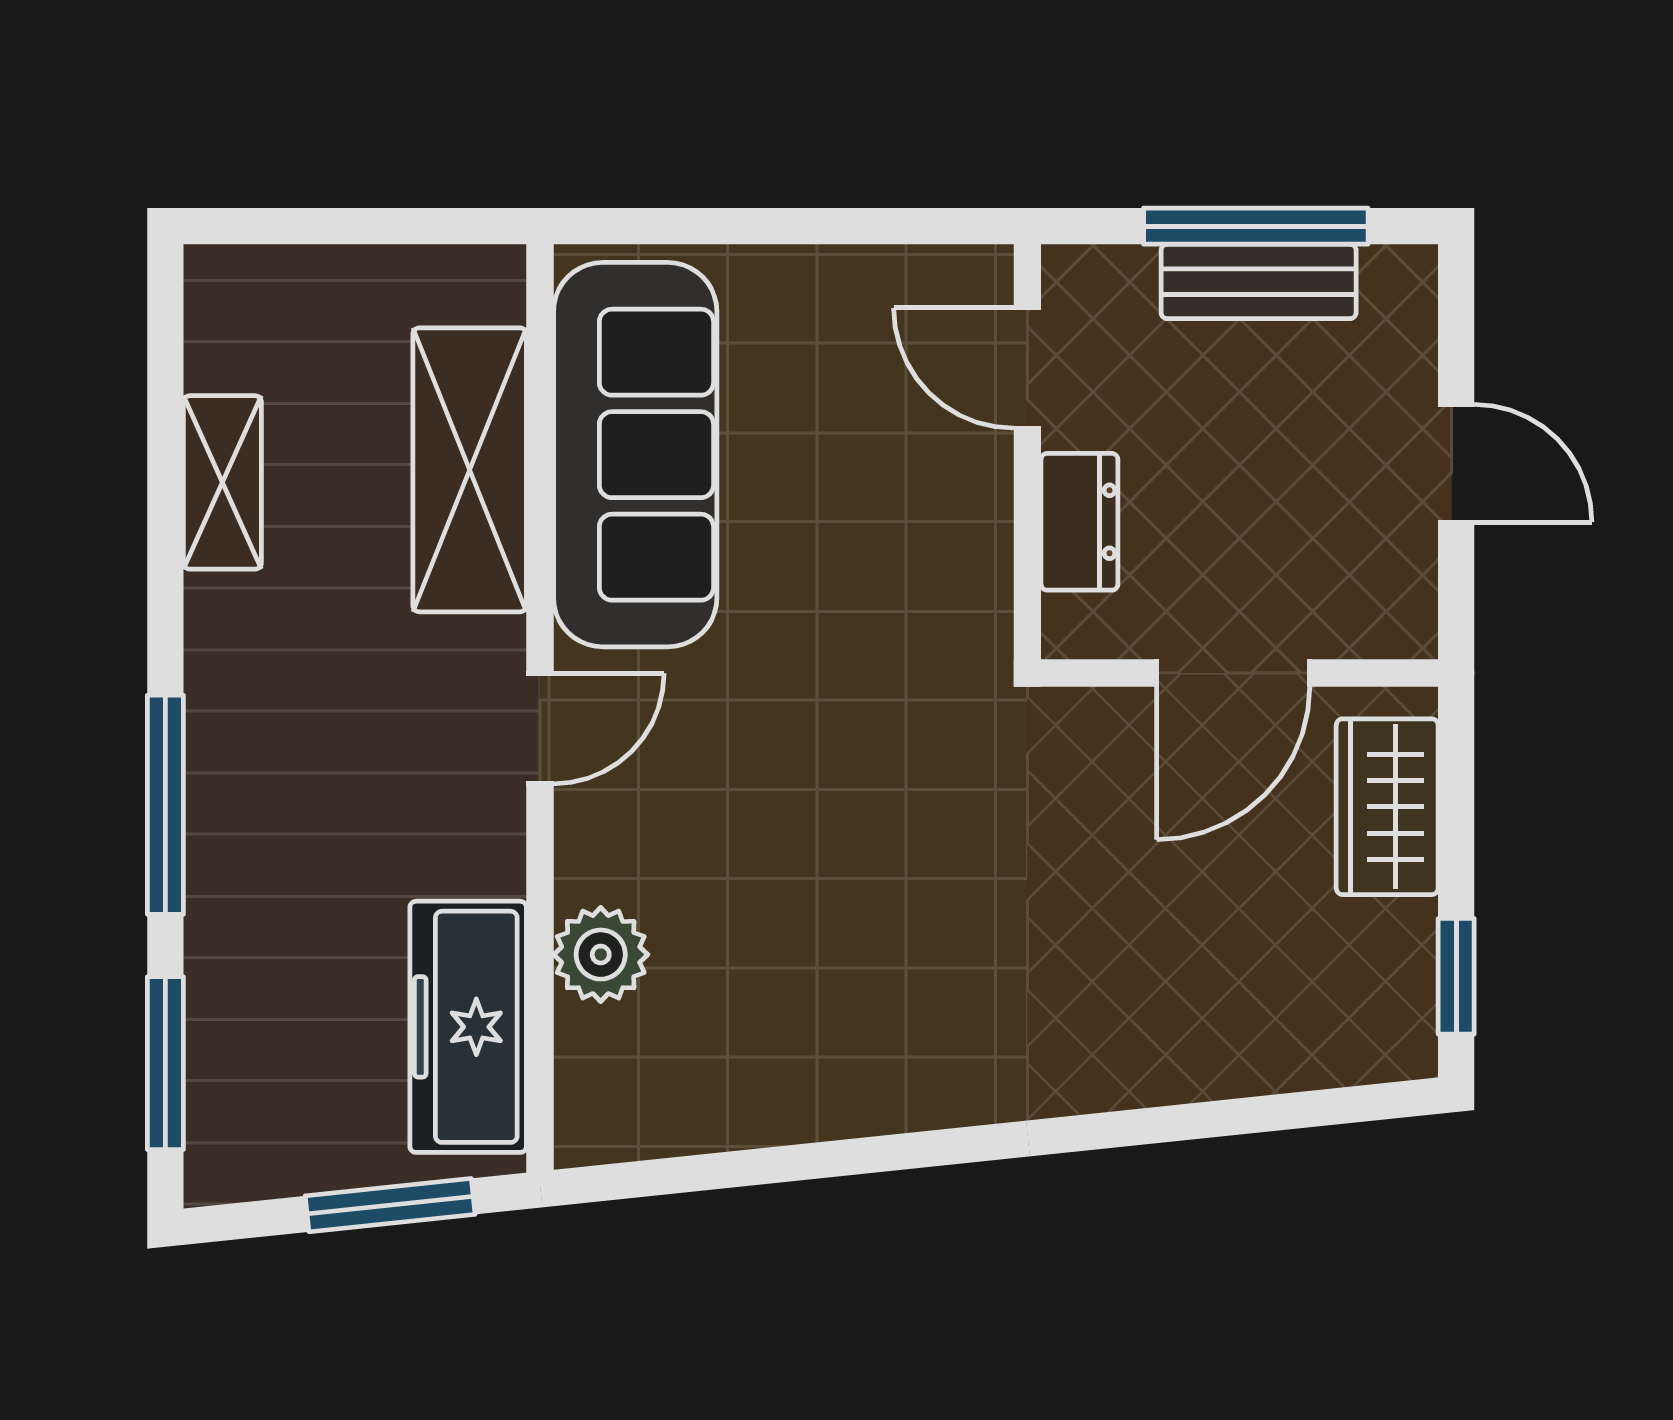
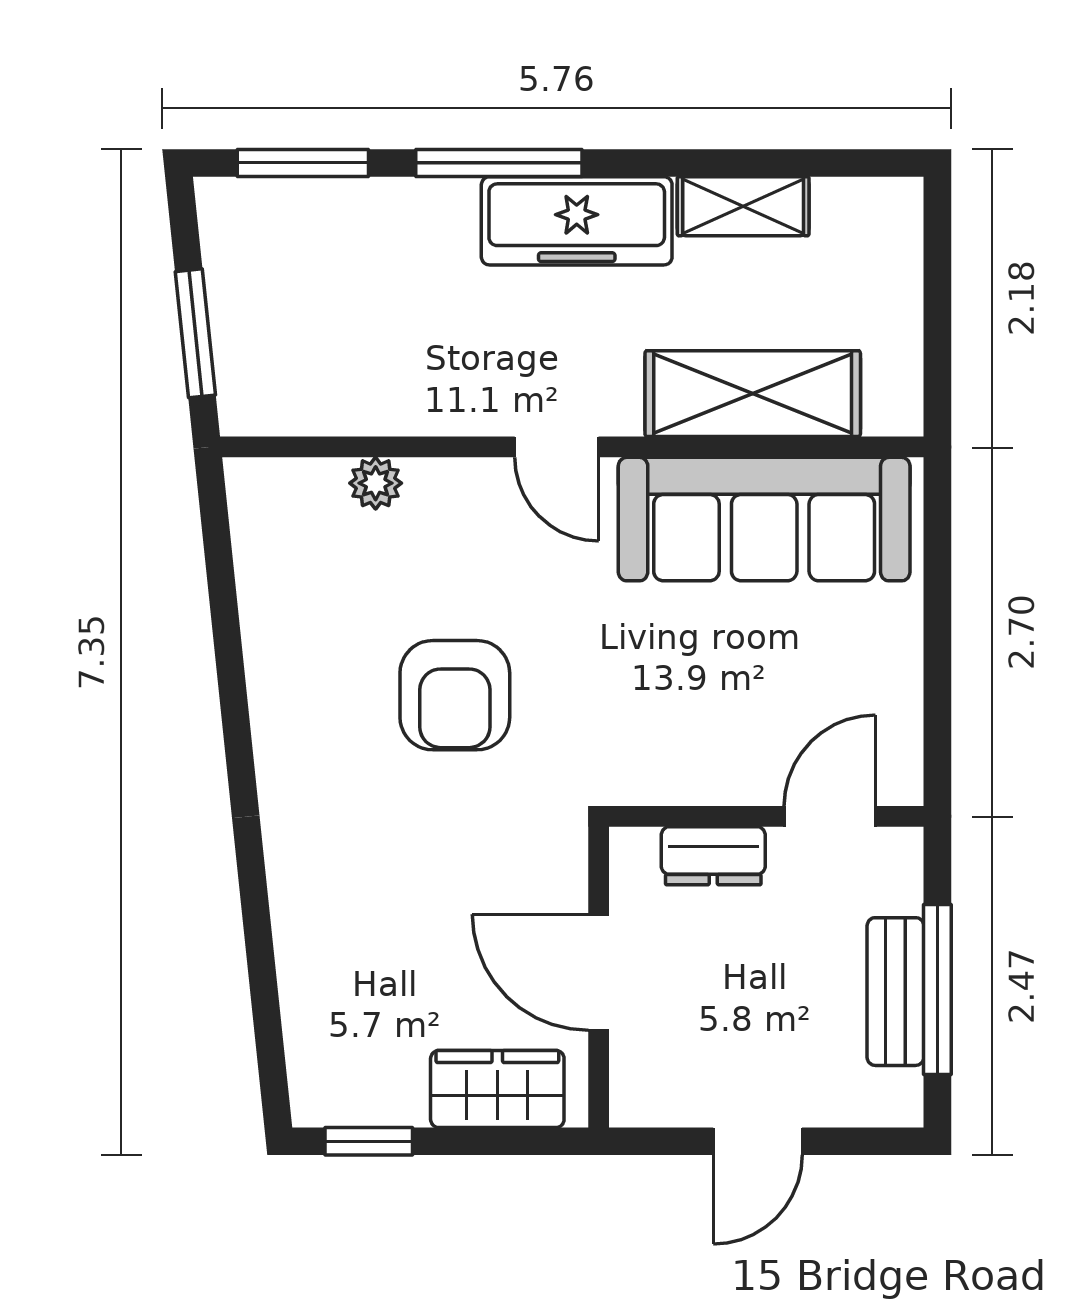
armchair: (868, 863) -> (455, 695), added
plant: (601, 955) -> (376, 483), width x0.73, depth x0.73
freezer: (468, 1027) -> (577, 221), moved, turned 180

